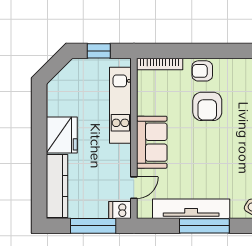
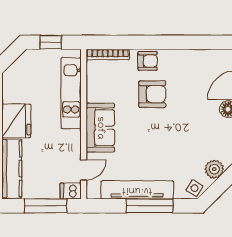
armchair: (202, 71) -> (148, 61), turned 180
armchair: (207, 106) -> (152, 94), turned -90

